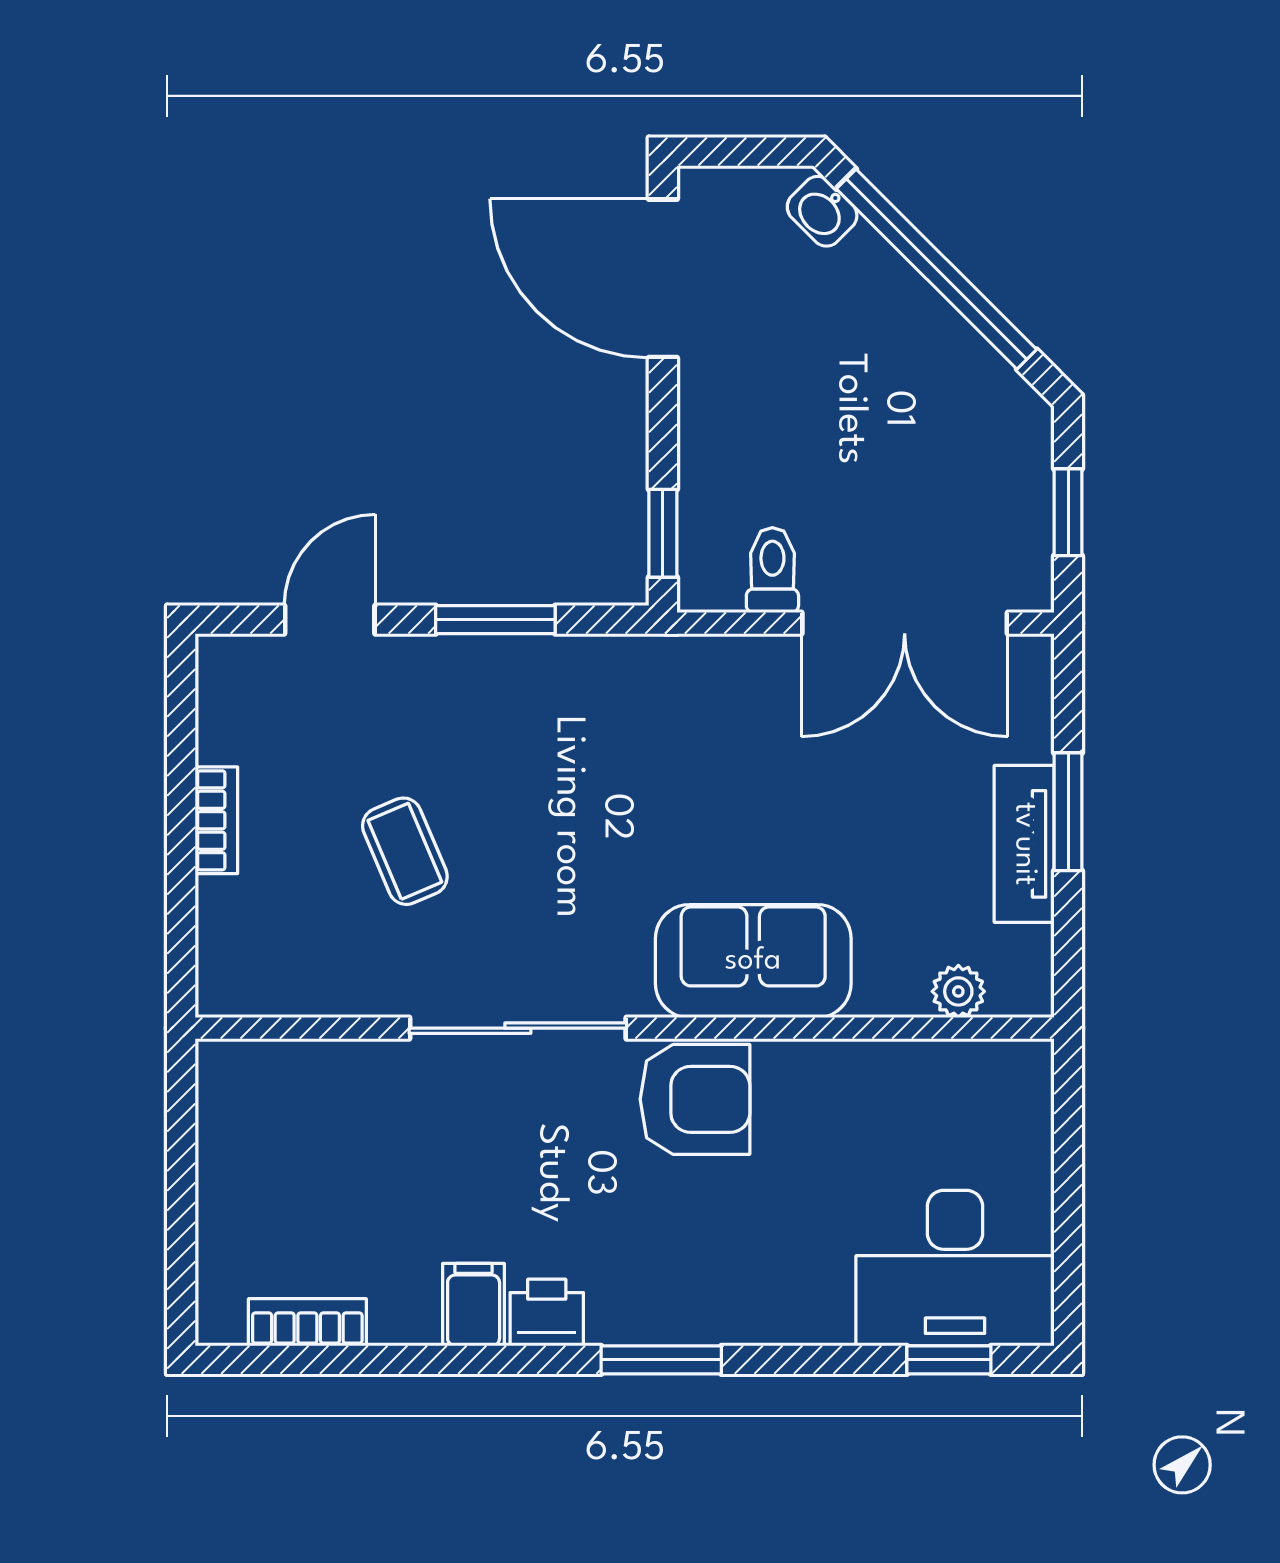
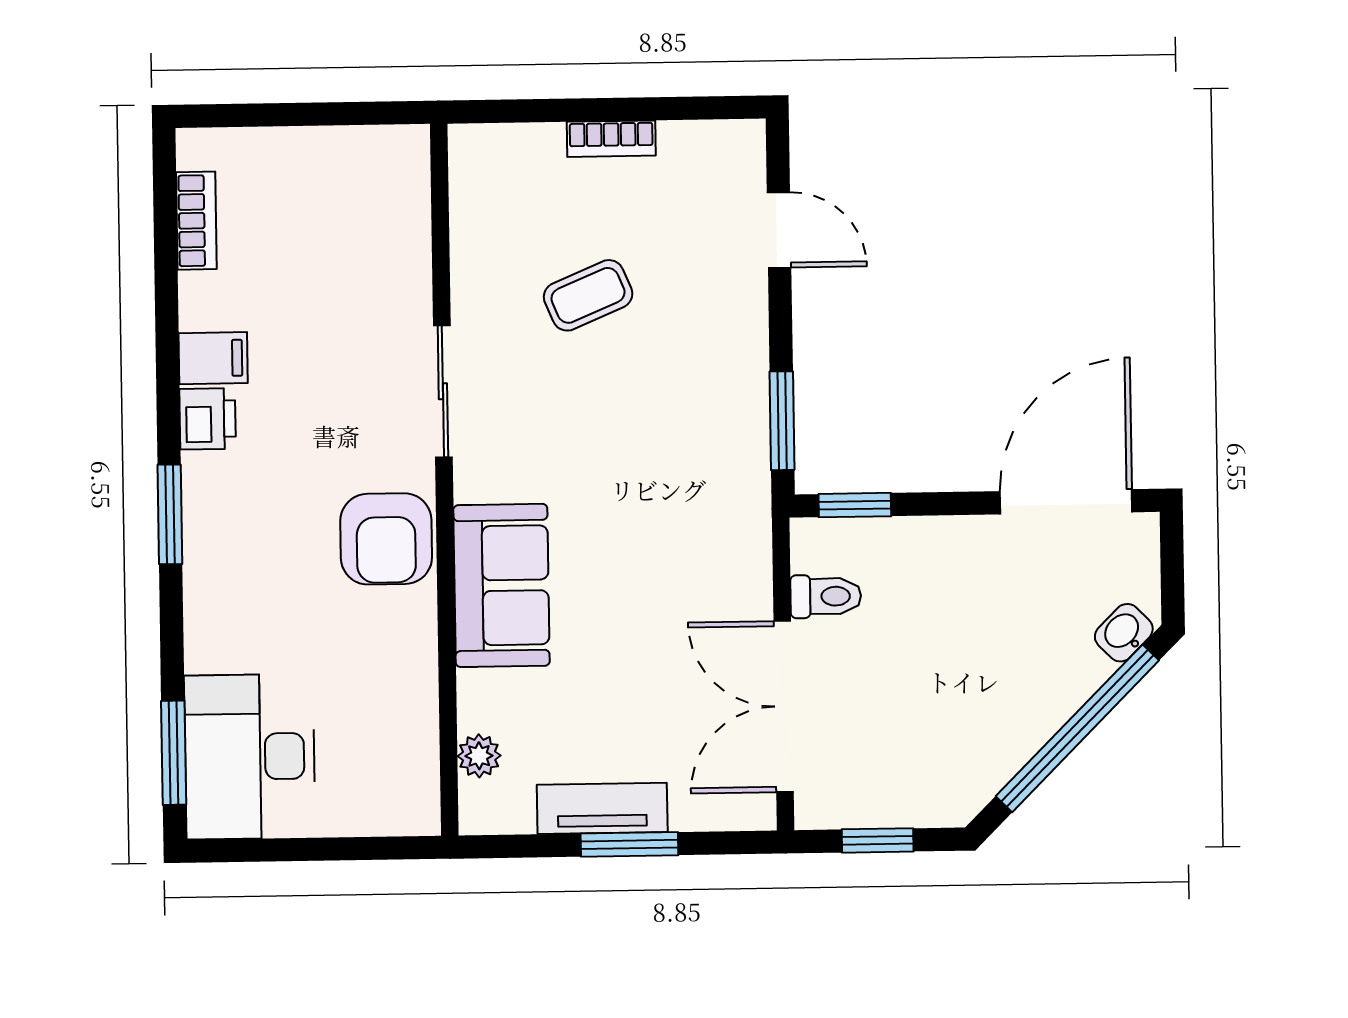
window: (495, 620) -> (782, 421), moved
sliding door: (518, 1028) -> (443, 391), width x0.73
window: (949, 1360) -> (174, 753), width x1.50

